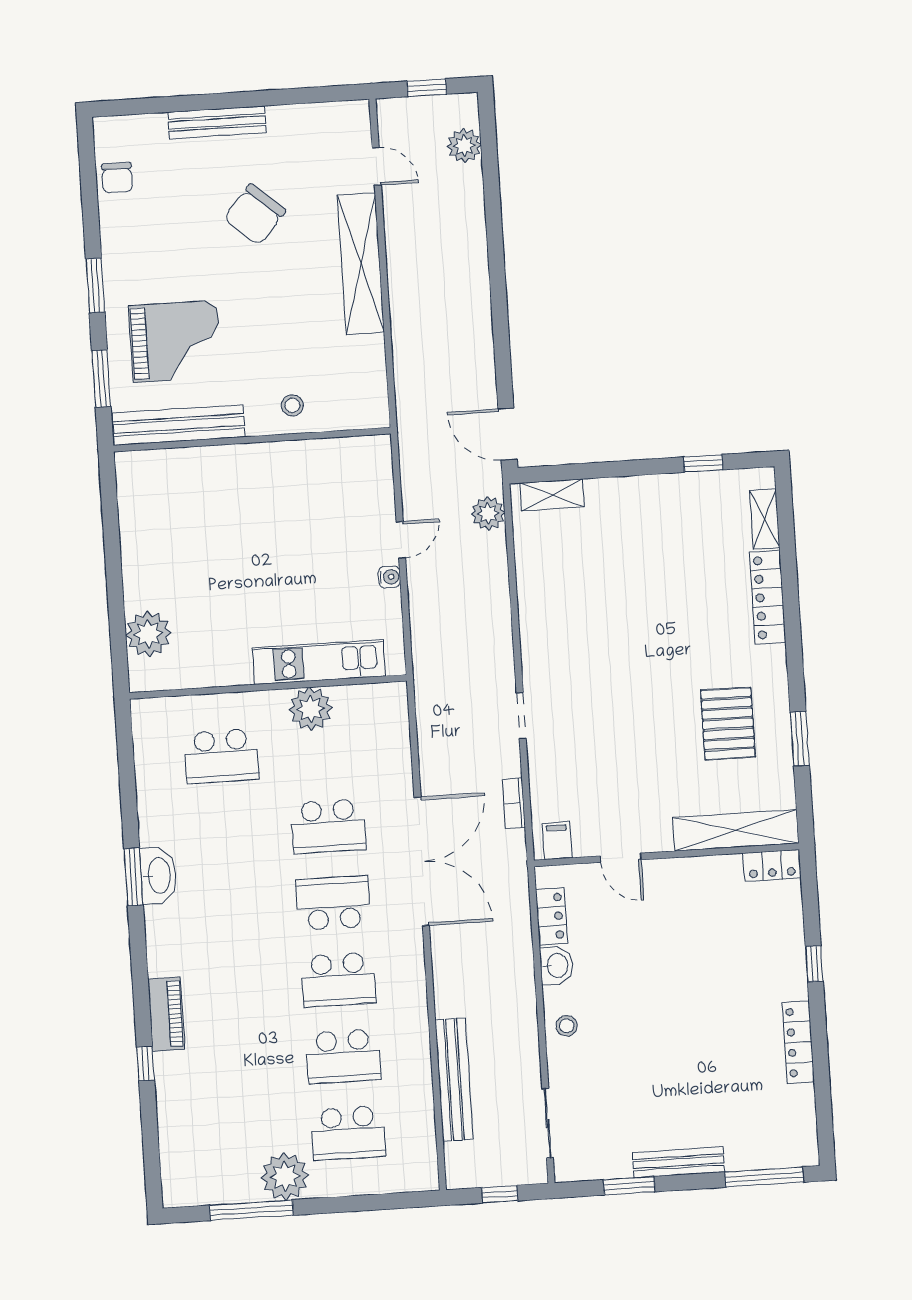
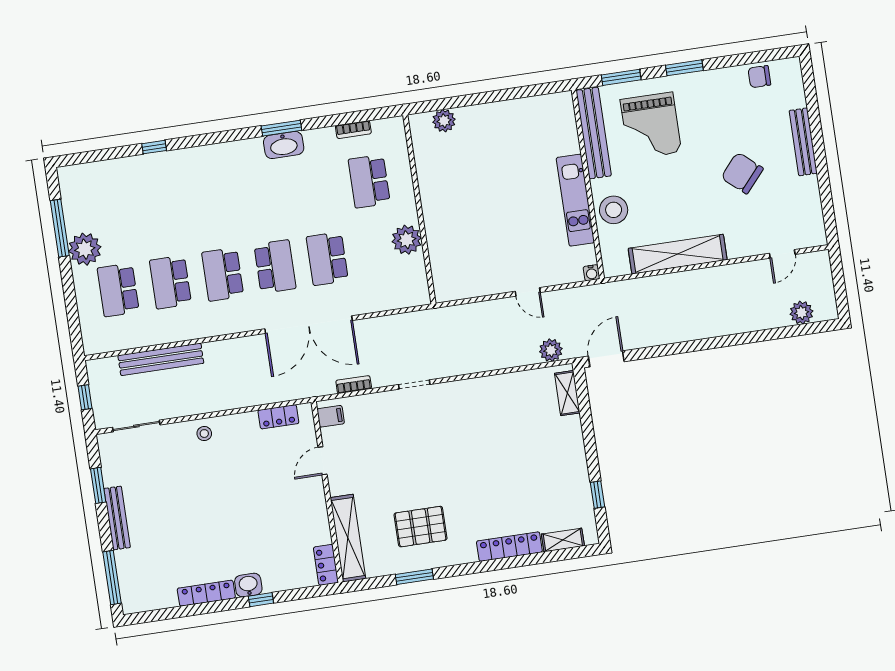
window: (427, 88) -> (839, 284), removed
shelving: (361, 264) -> (678, 254), moved
stool: (292, 405) -> (614, 210), width x1.89, depth x1.89
water cooler: (389, 577) -> (591, 273), moved
plant: (148, 634) -> (444, 121), width x0.73, depth x0.73
kitchen unit: (319, 662) -> (575, 200), moved, turned 180
bookcase: (144, 773) -> (353, 130), added
washbasin: (557, 966) -> (248, 585), moved, turned 180
piano: (166, 1014) -> (189, 158), removed

